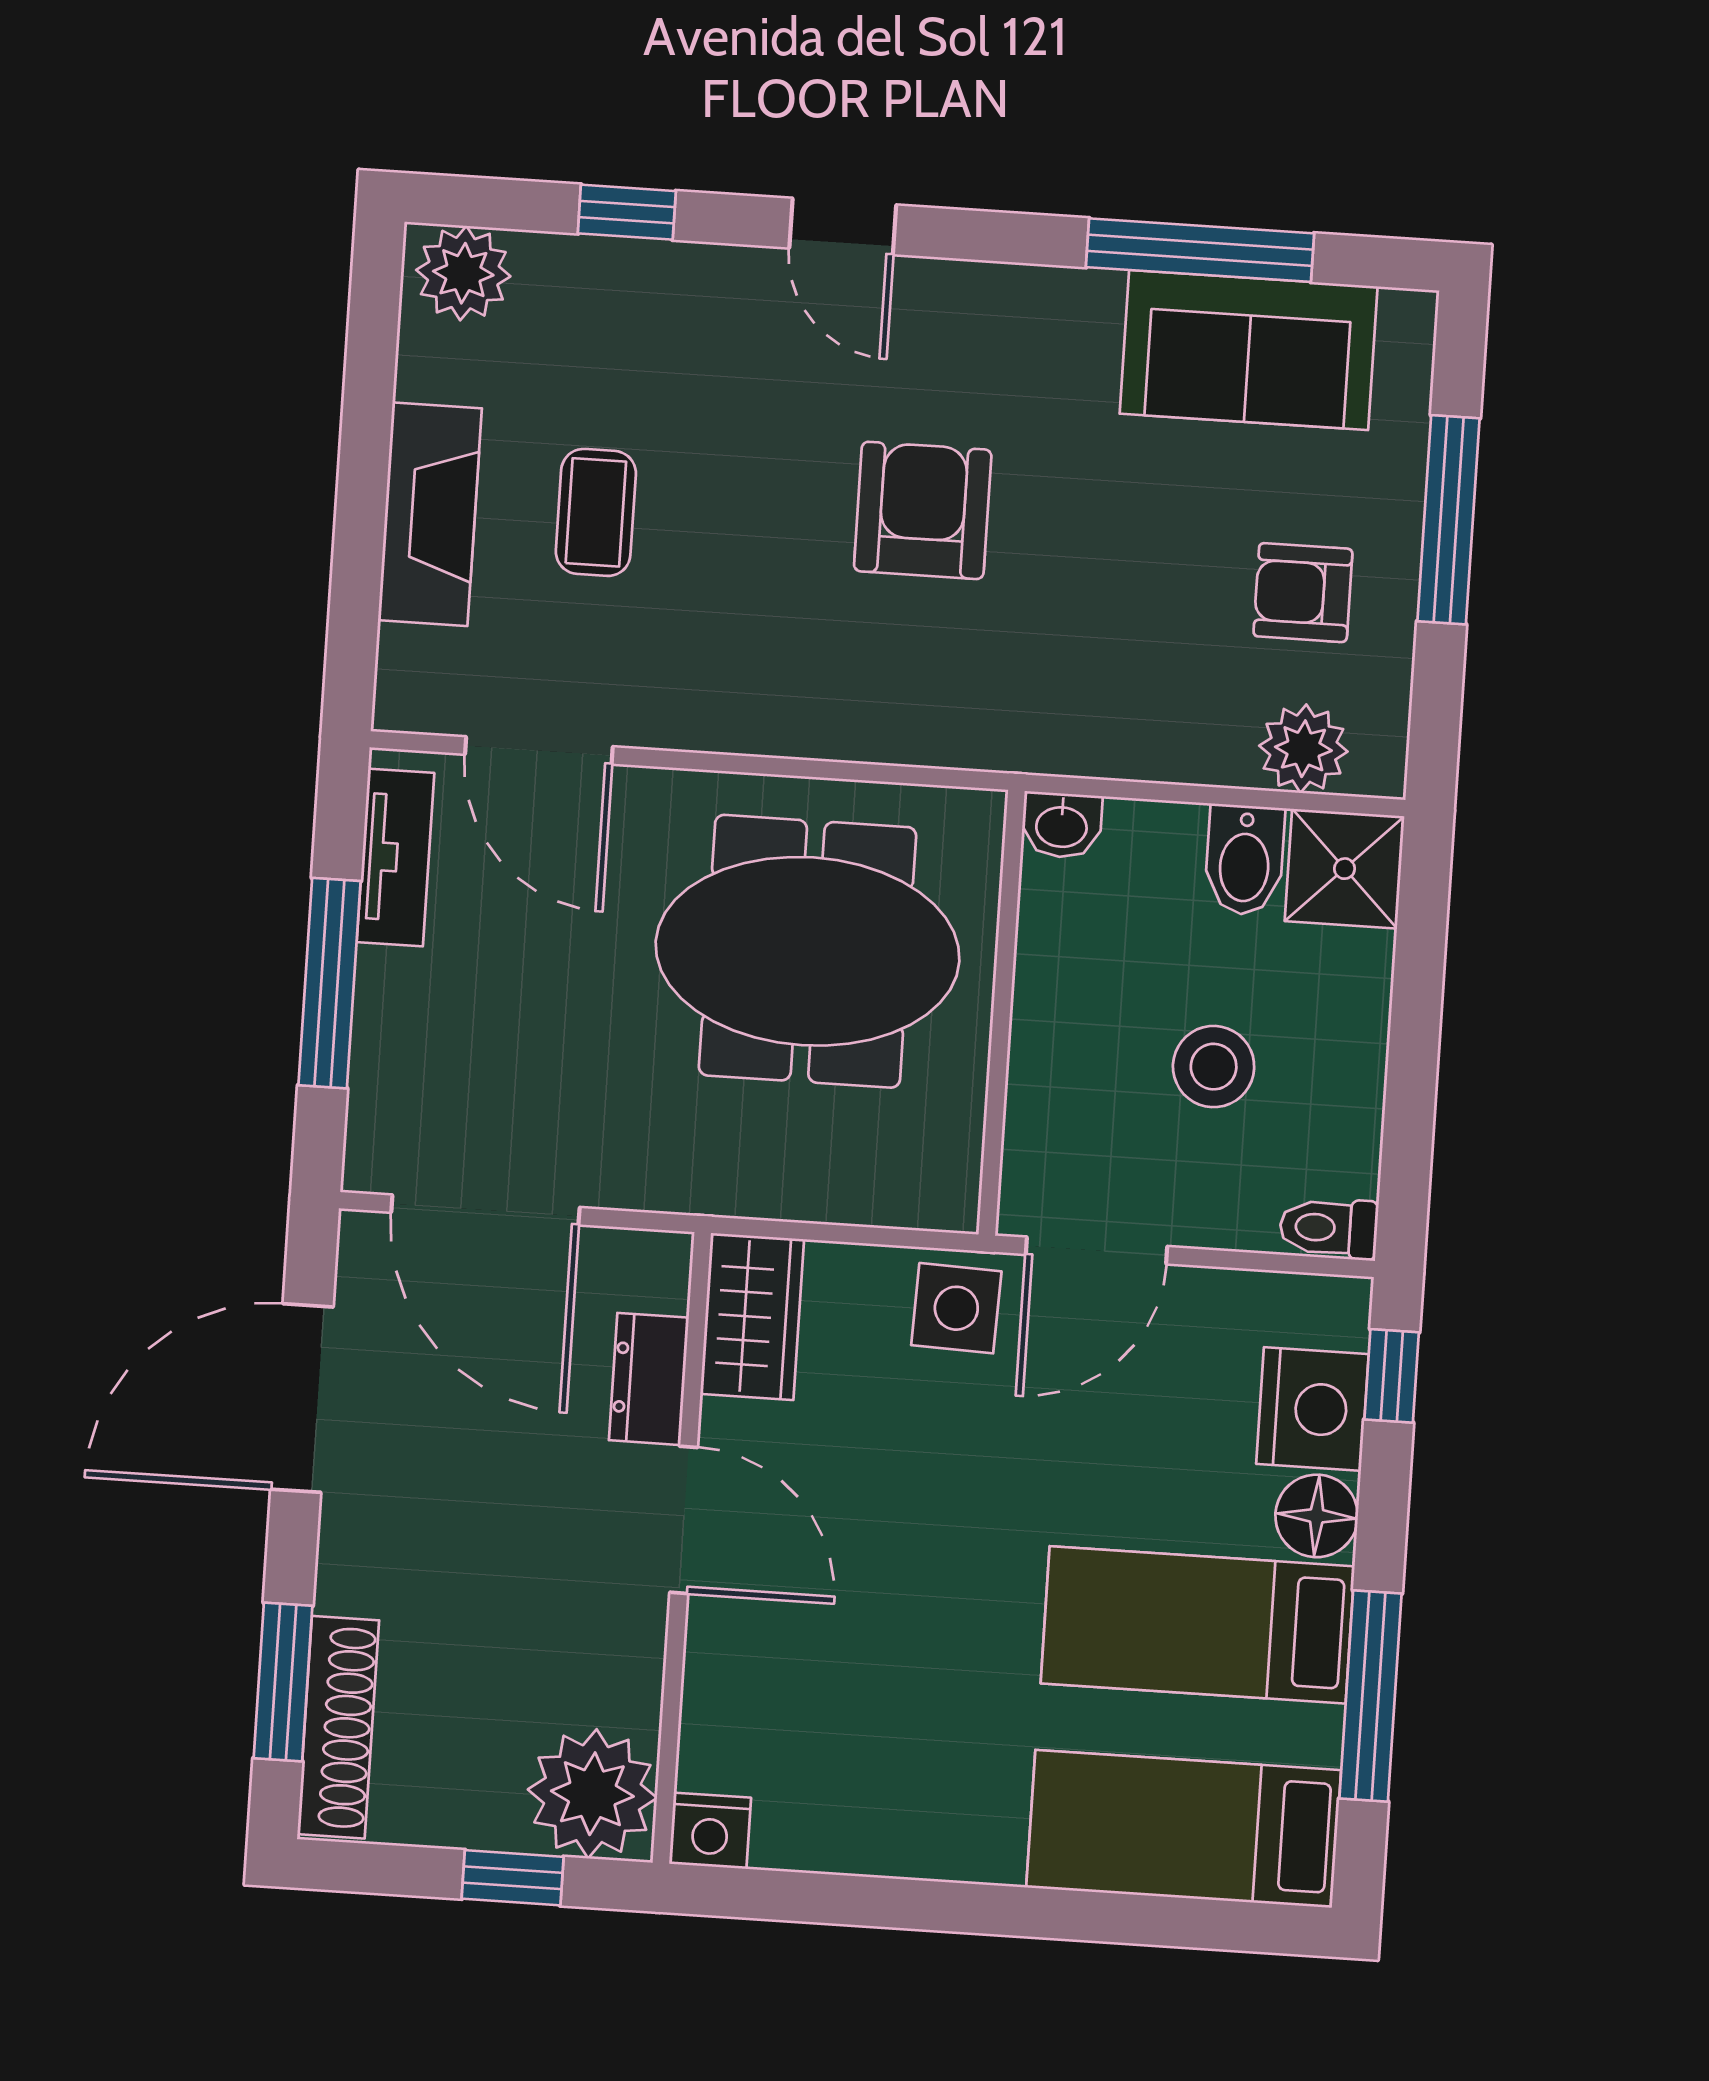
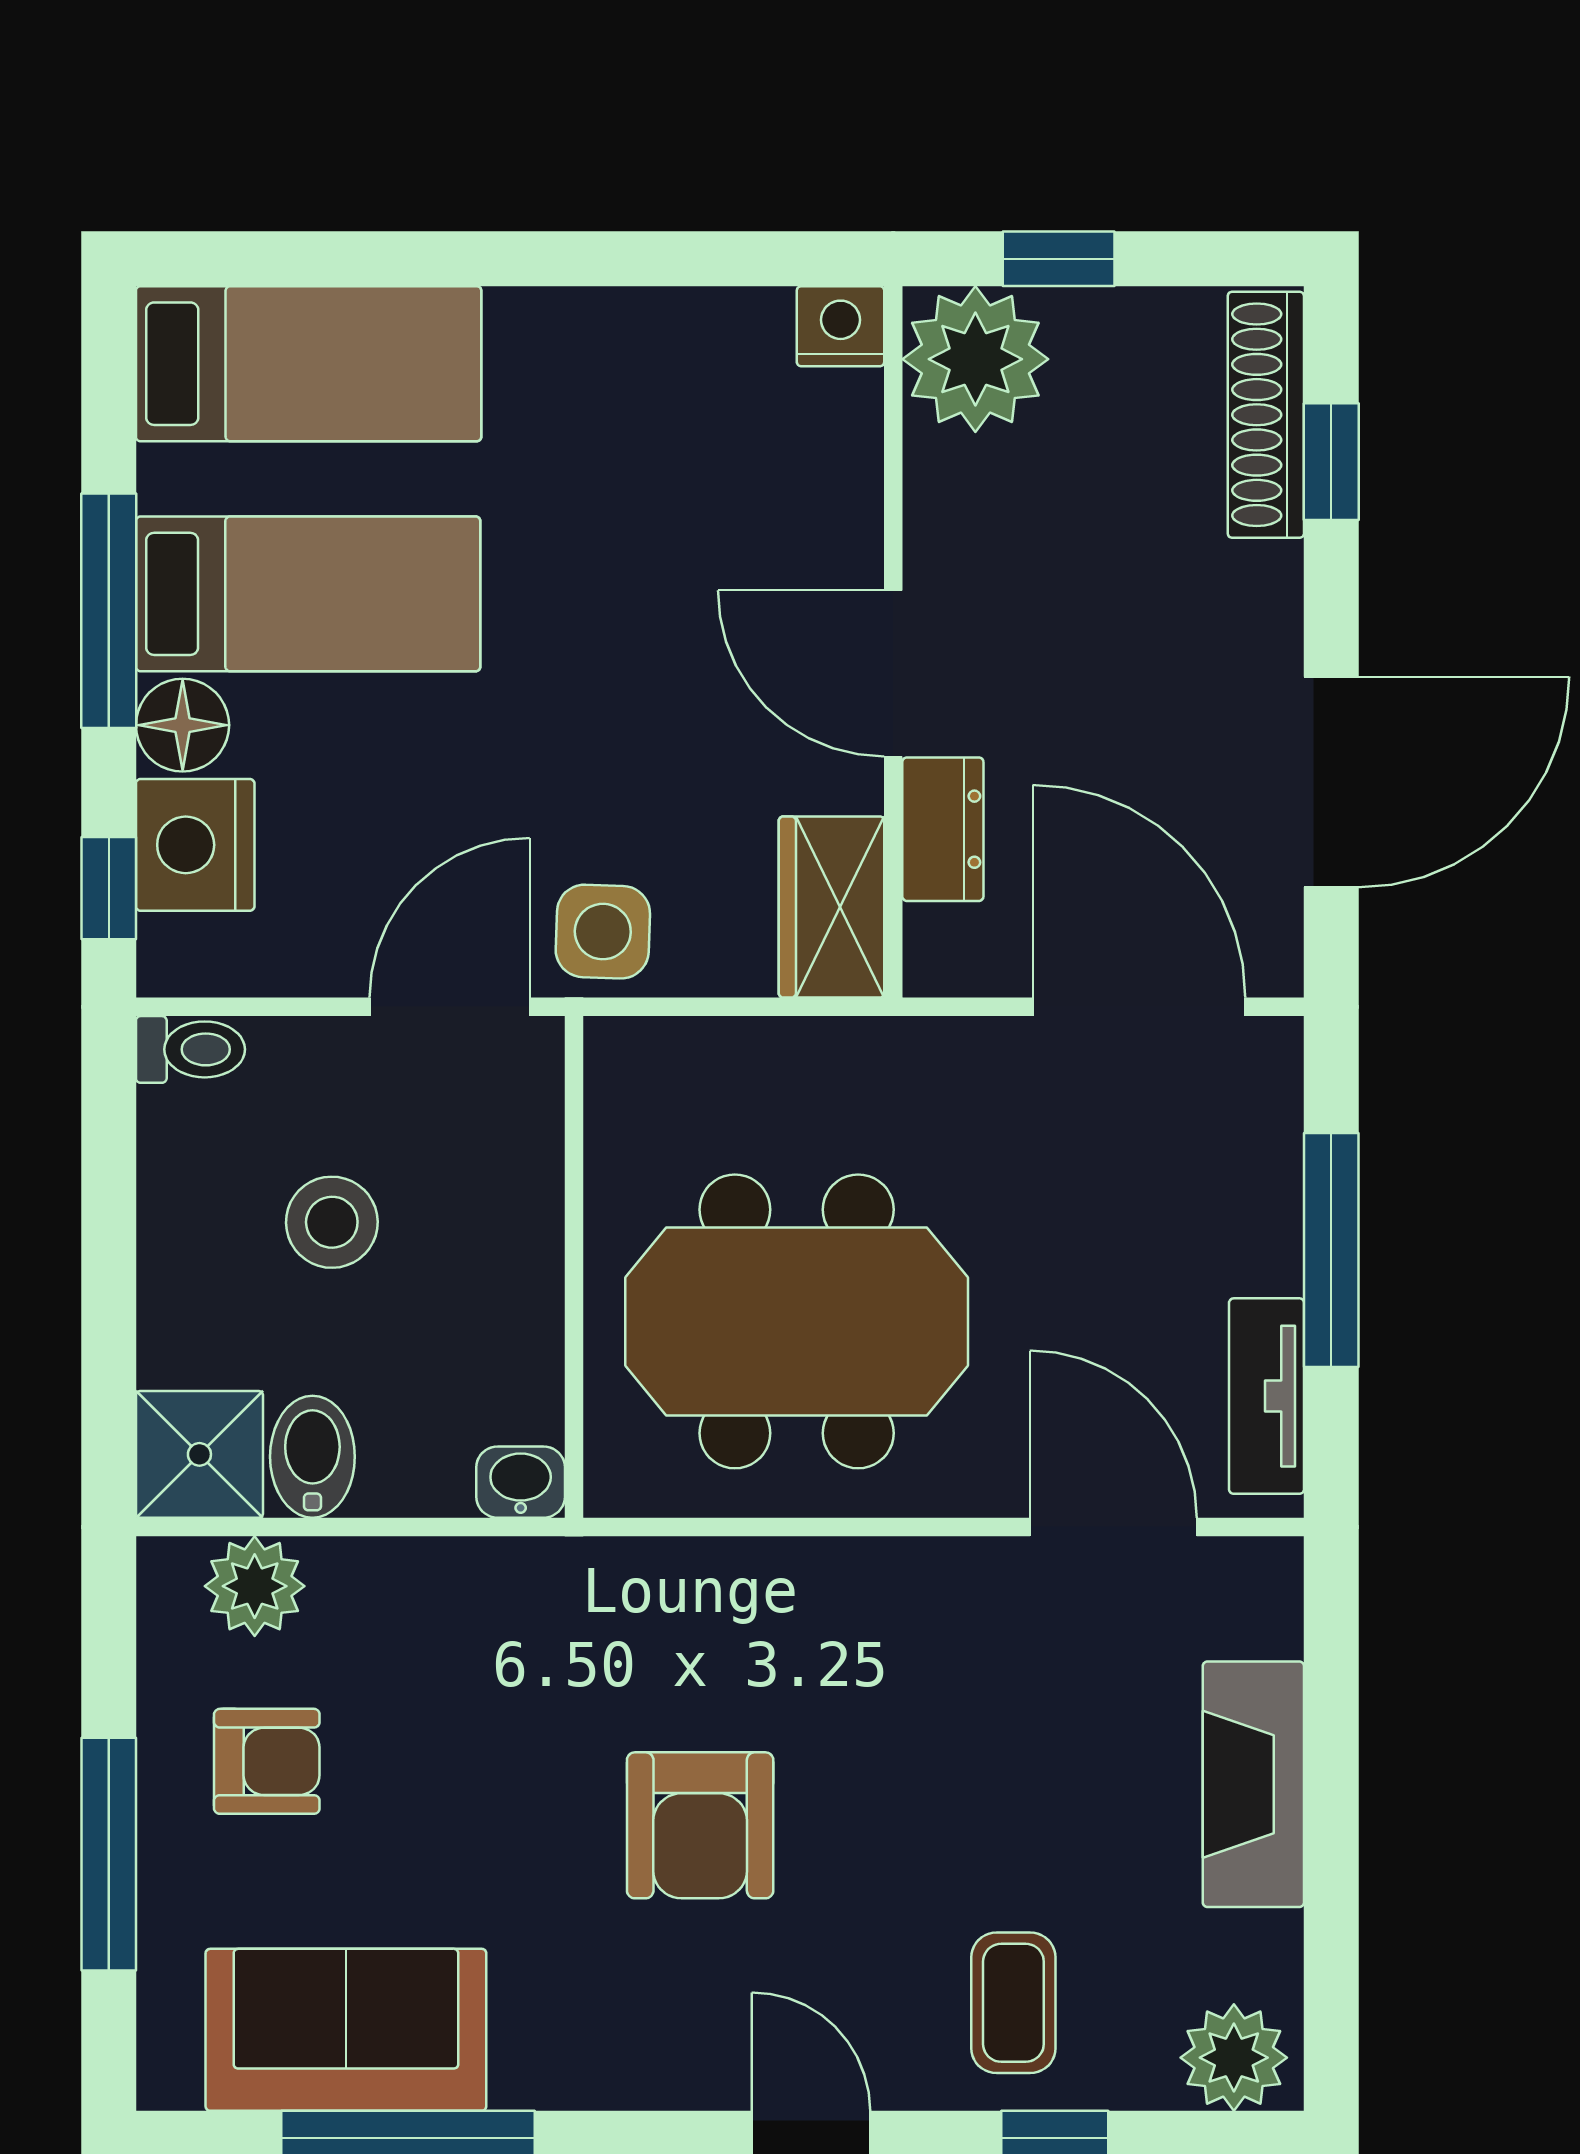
coffee table: (596, 512) -> (1013, 2003), moved
window: (283, 1682) -> (1331, 462), width x0.67
window: (1370, 1696) -> (109, 611), moved

